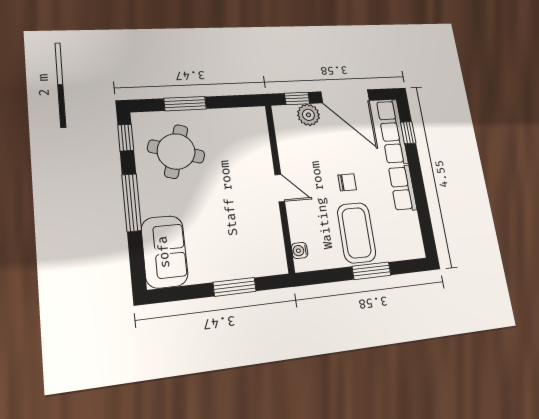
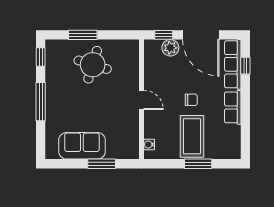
round table: (176, 151) -> (93, 65), moved
sofa: (164, 252) -> (82, 146), moved, turned -90

